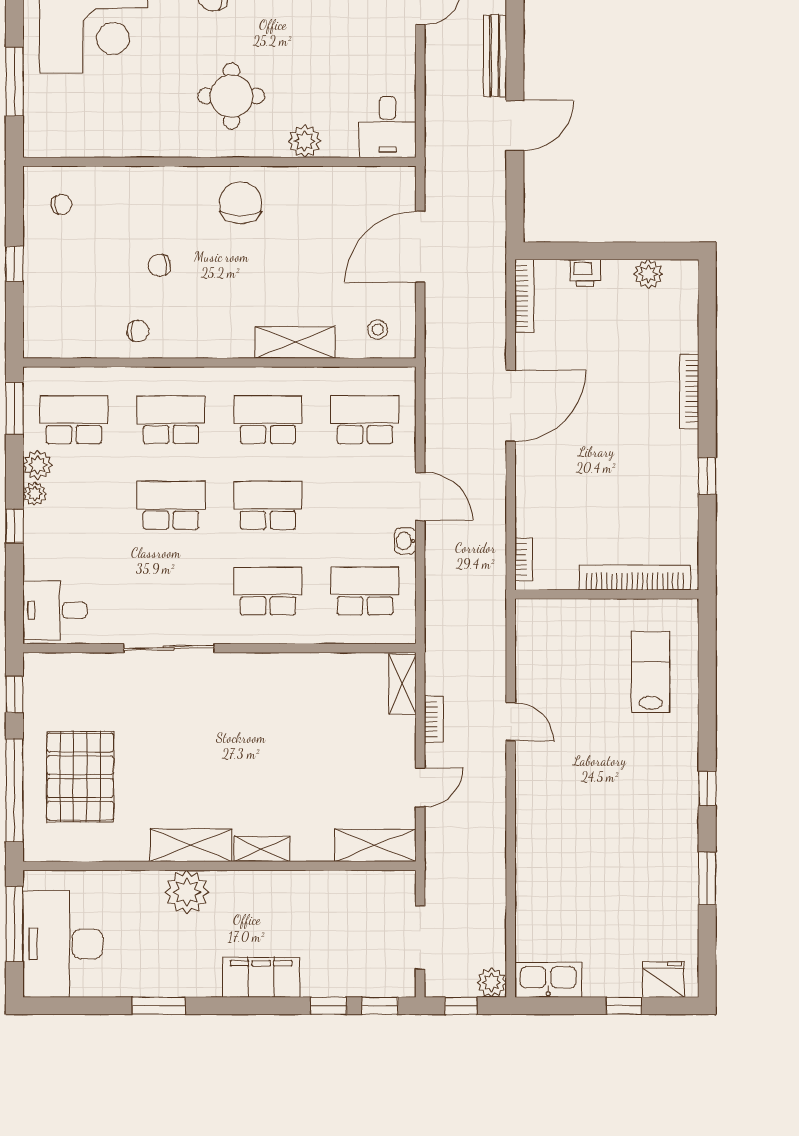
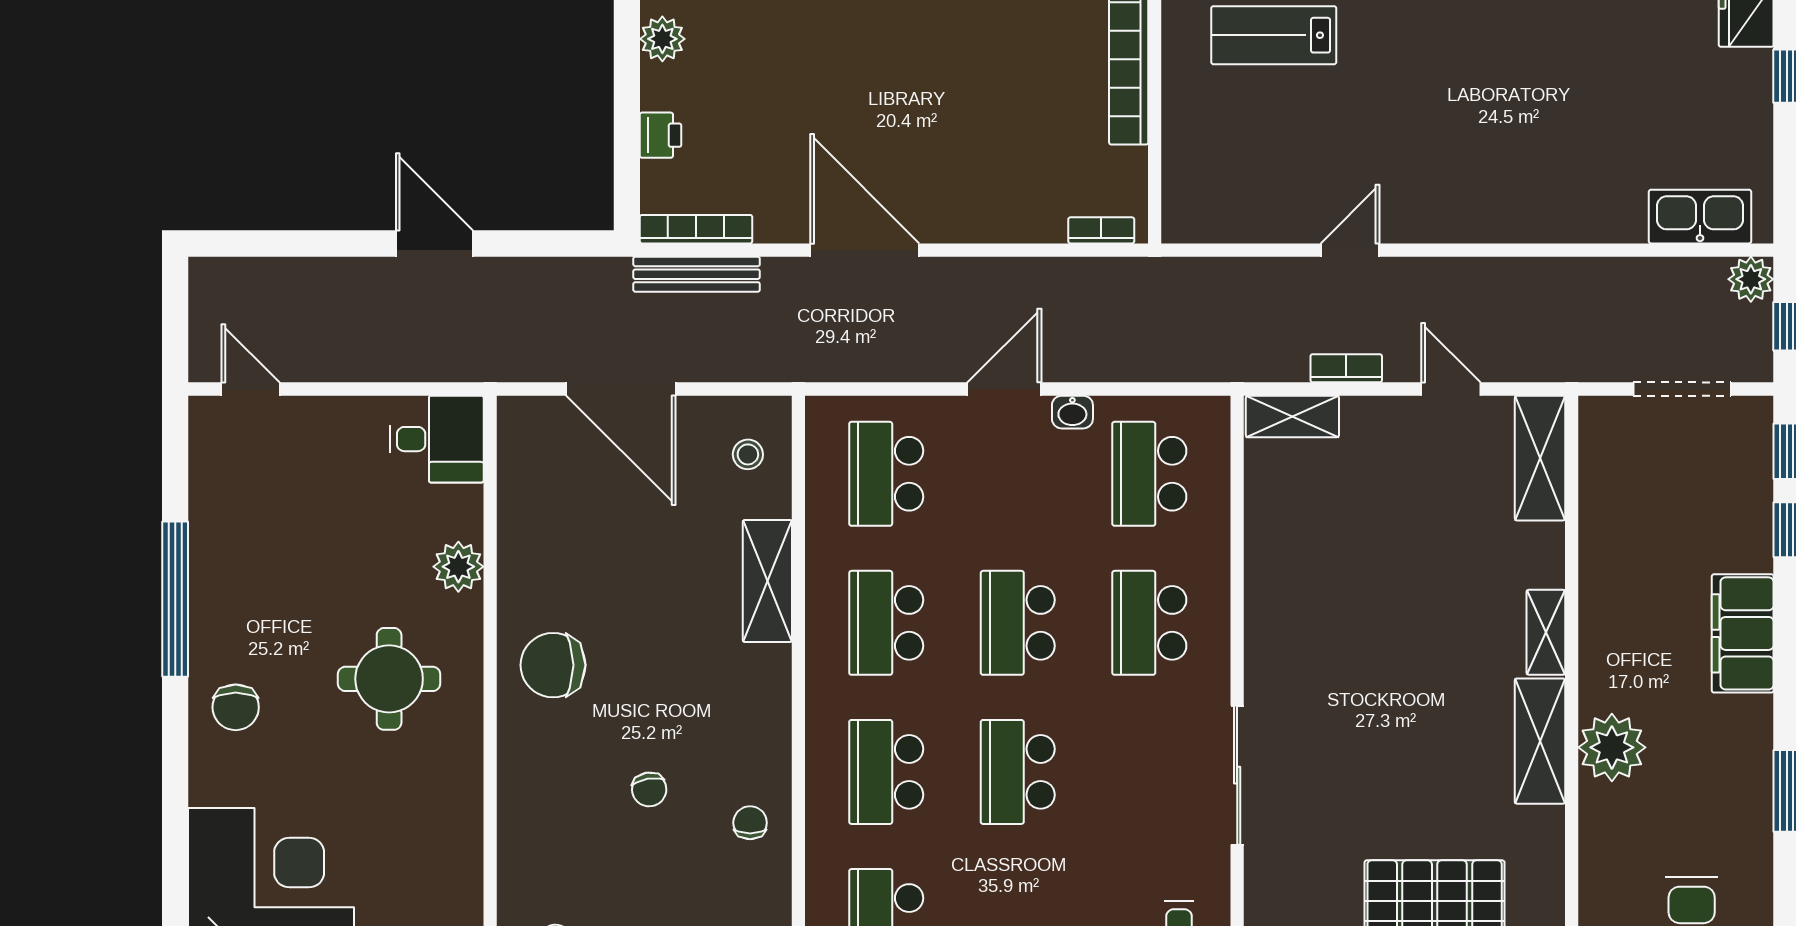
bench: (495, 56) -> (697, 274), moved
kitchen sink: (548, 980) -> (1700, 217), moved, turned 90

